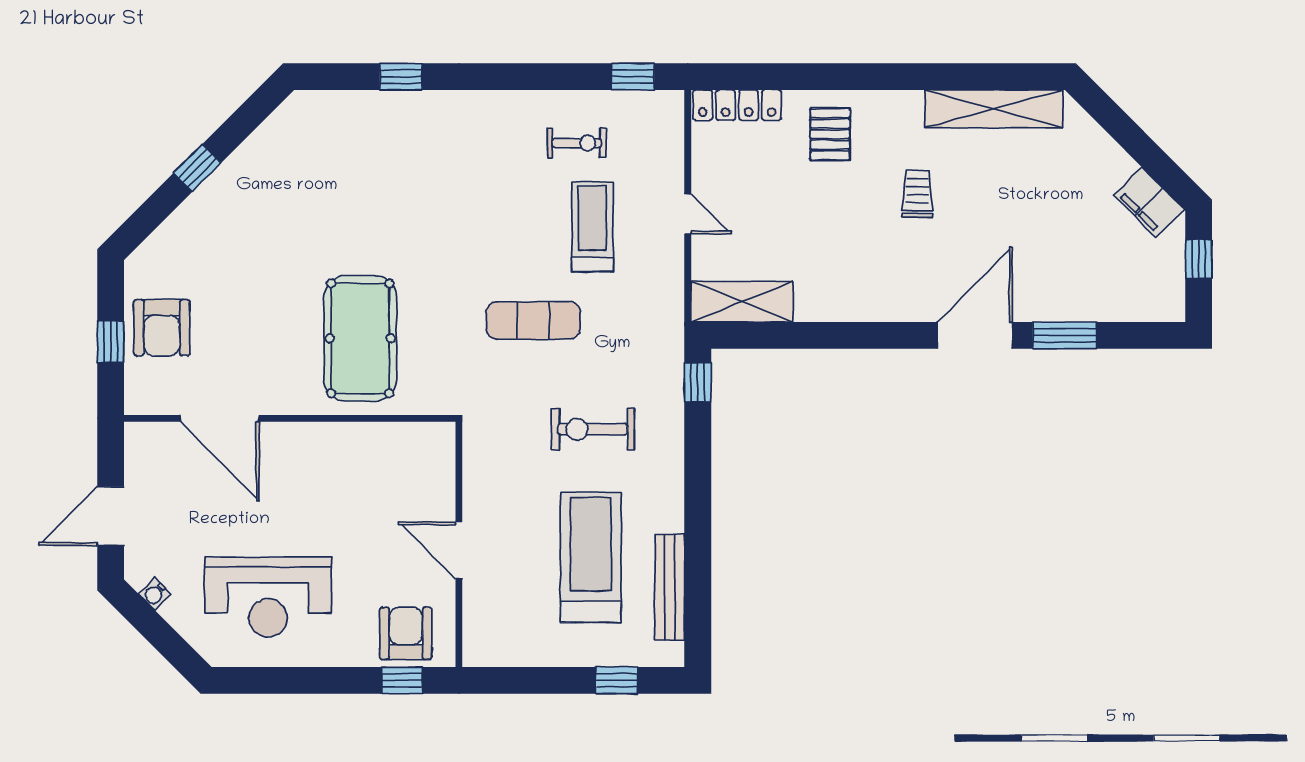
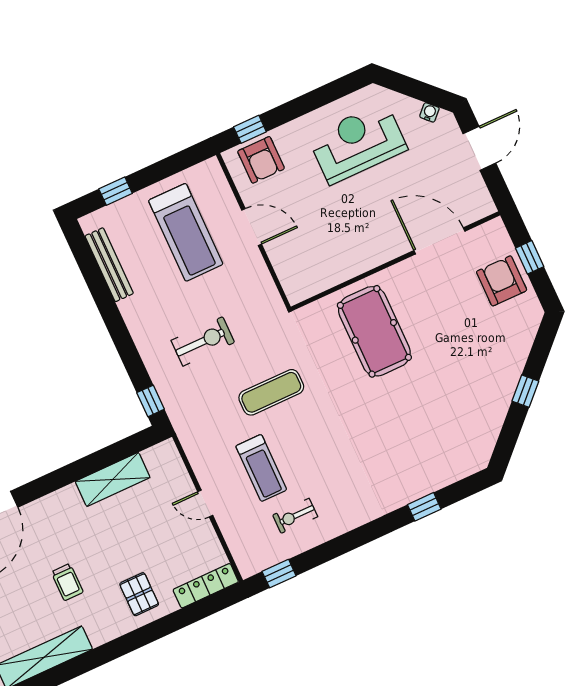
shelving: (742, 302) -> (113, 479), moved
treadmill: (591, 557) -> (186, 232), moved

